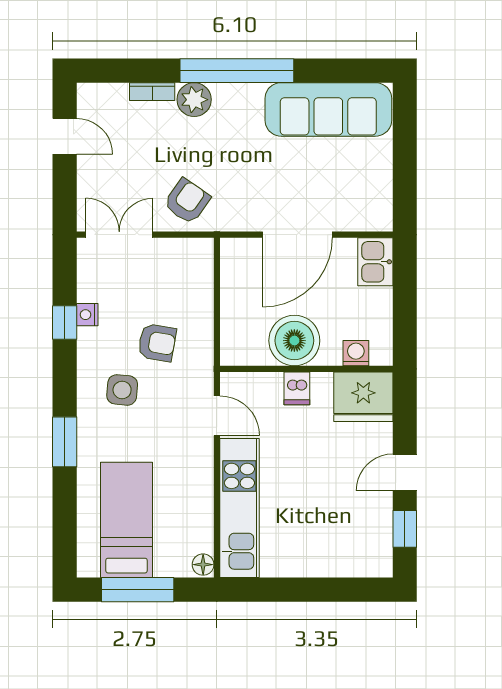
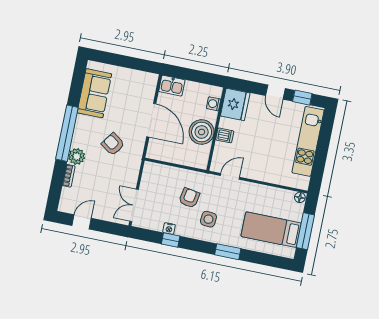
sofa: (328, 109) -> (94, 93), width x0.73
armchair: (187, 201) -> (113, 144), moved
kitchen unit: (239, 508) -> (308, 141), moved, turned -90

